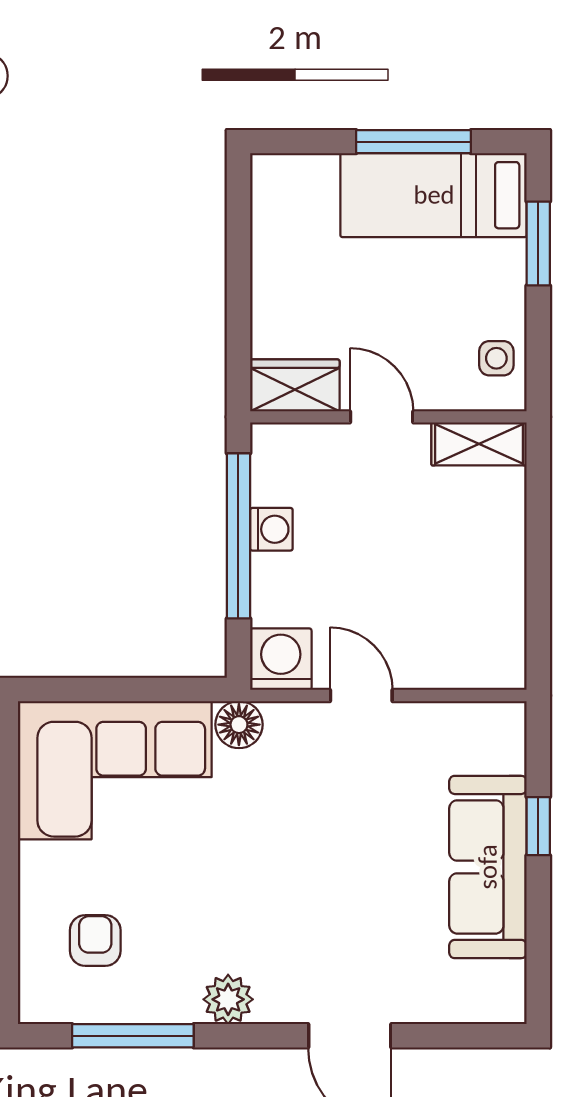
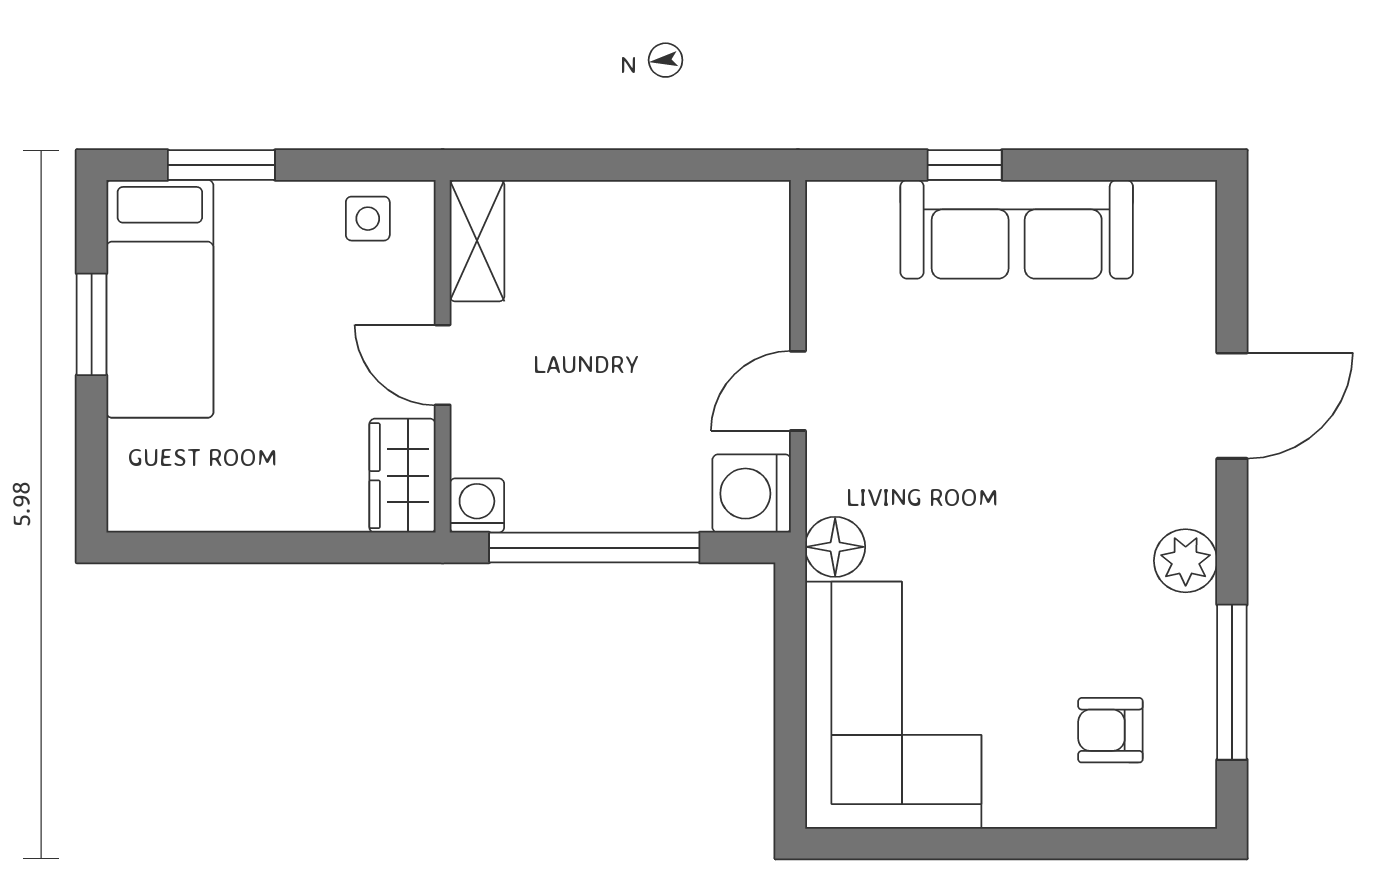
window: (414, 142) -> (92, 324), width x0.69
door: (382, 417) -> (443, 365), hinge flipped
washing machine: (271, 529) -> (477, 506), moved

